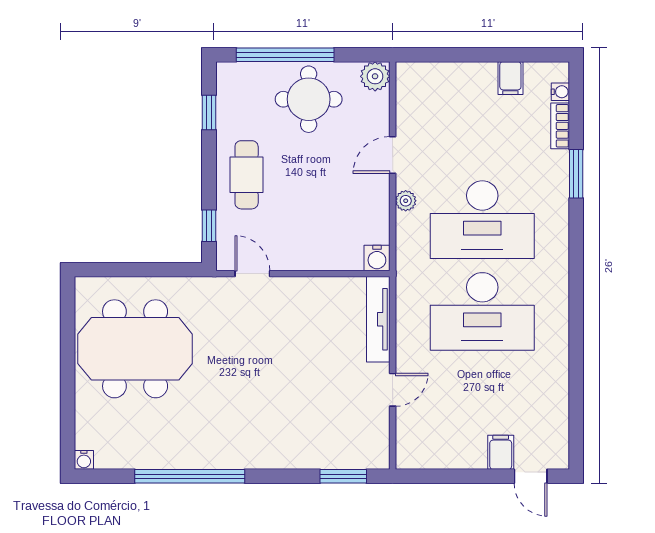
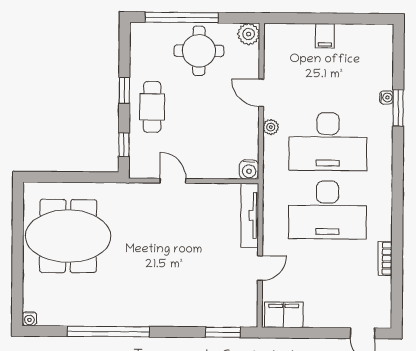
filing cabinet: (510, 78) -> (325, 36), moved
water cooler: (560, 92) -> (386, 97), moved
window: (209, 113) -> (124, 90), moved
bookcase: (560, 126) -> (385, 258), moved
door: (393, 155) -> (261, 93), hinge flipped
door: (252, 274) -> (173, 181), moved
filing cabinet: (501, 452) -> (284, 315), moved, width x2.00

